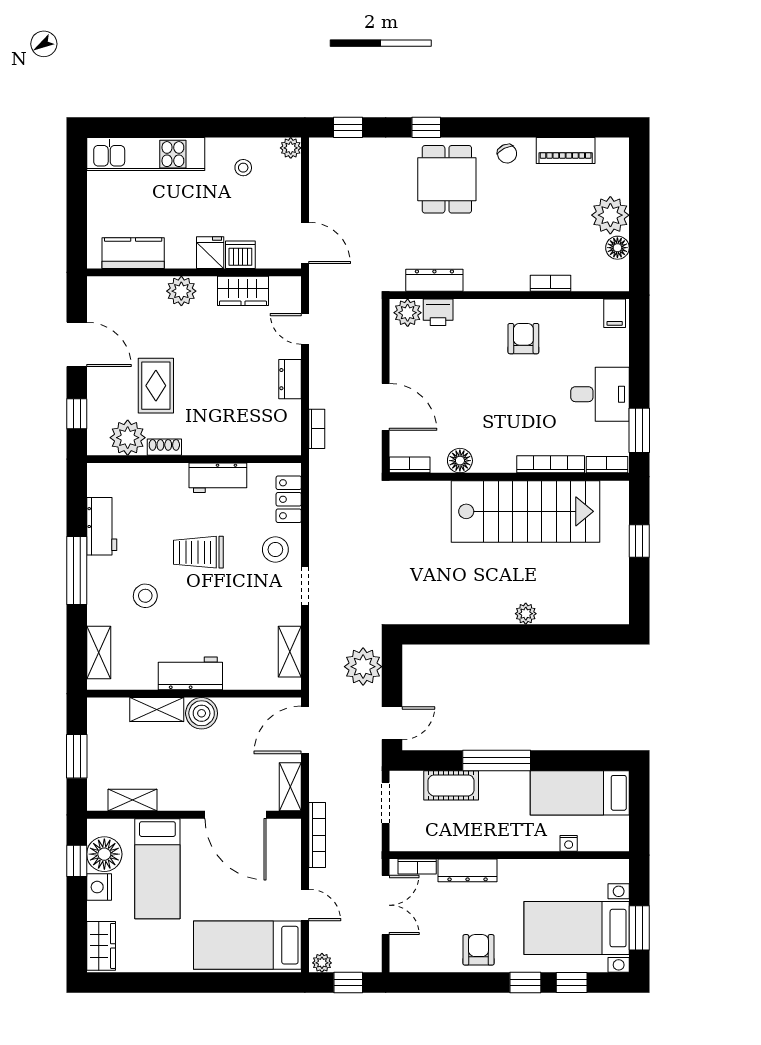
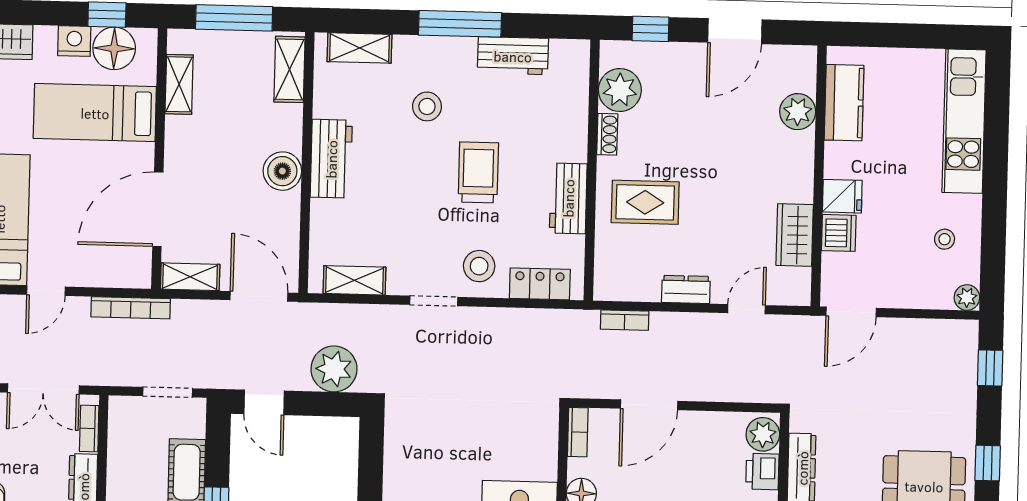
plant: (181, 291) -> (798, 112), moved
rug: (156, 386) -> (645, 202), moved
shelving: (157, 710) -> (289, 69), moved
window: (77, 756) -> (234, 18), width x1.44

